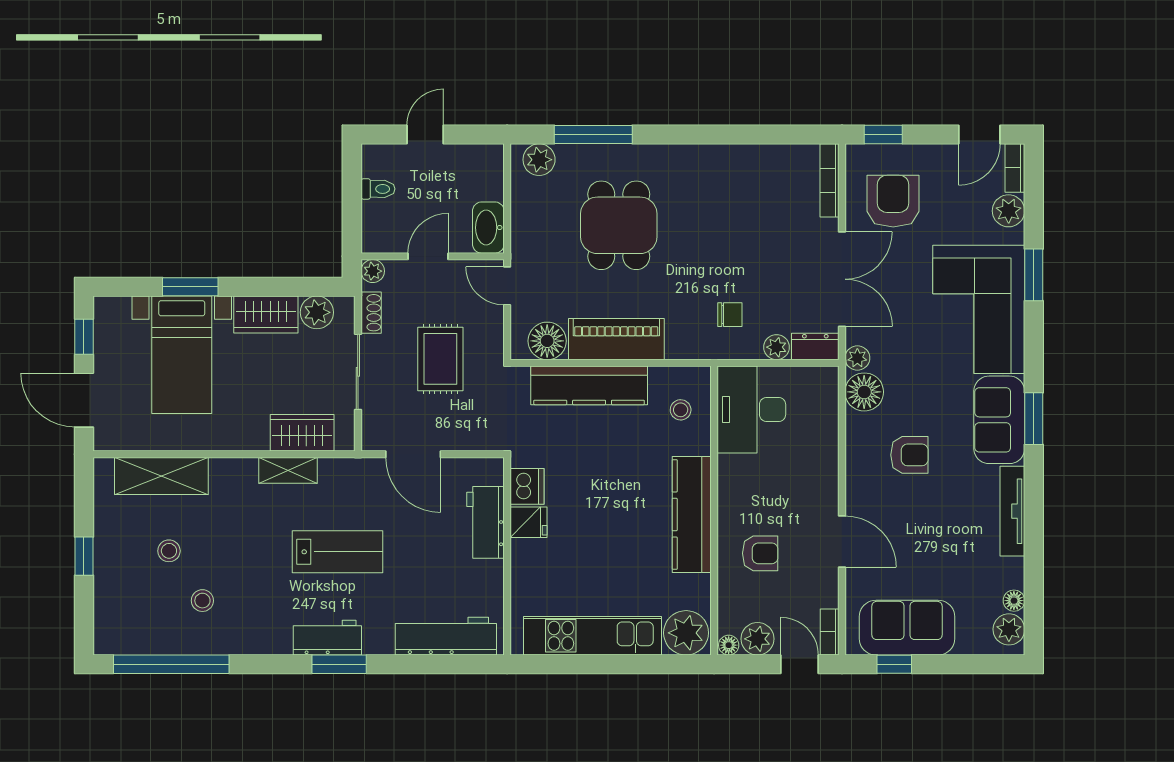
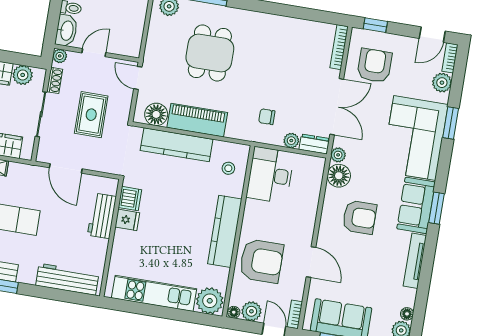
washbasin: (488, 228) -> (66, 31), moved, turned 180
chair: (730, 315) -> (267, 117), turned 180
armchair: (909, 455) -> (359, 217), width x1.38, depth x1.38
armchair: (760, 553) -> (261, 261), width x1.88, depth x1.88

